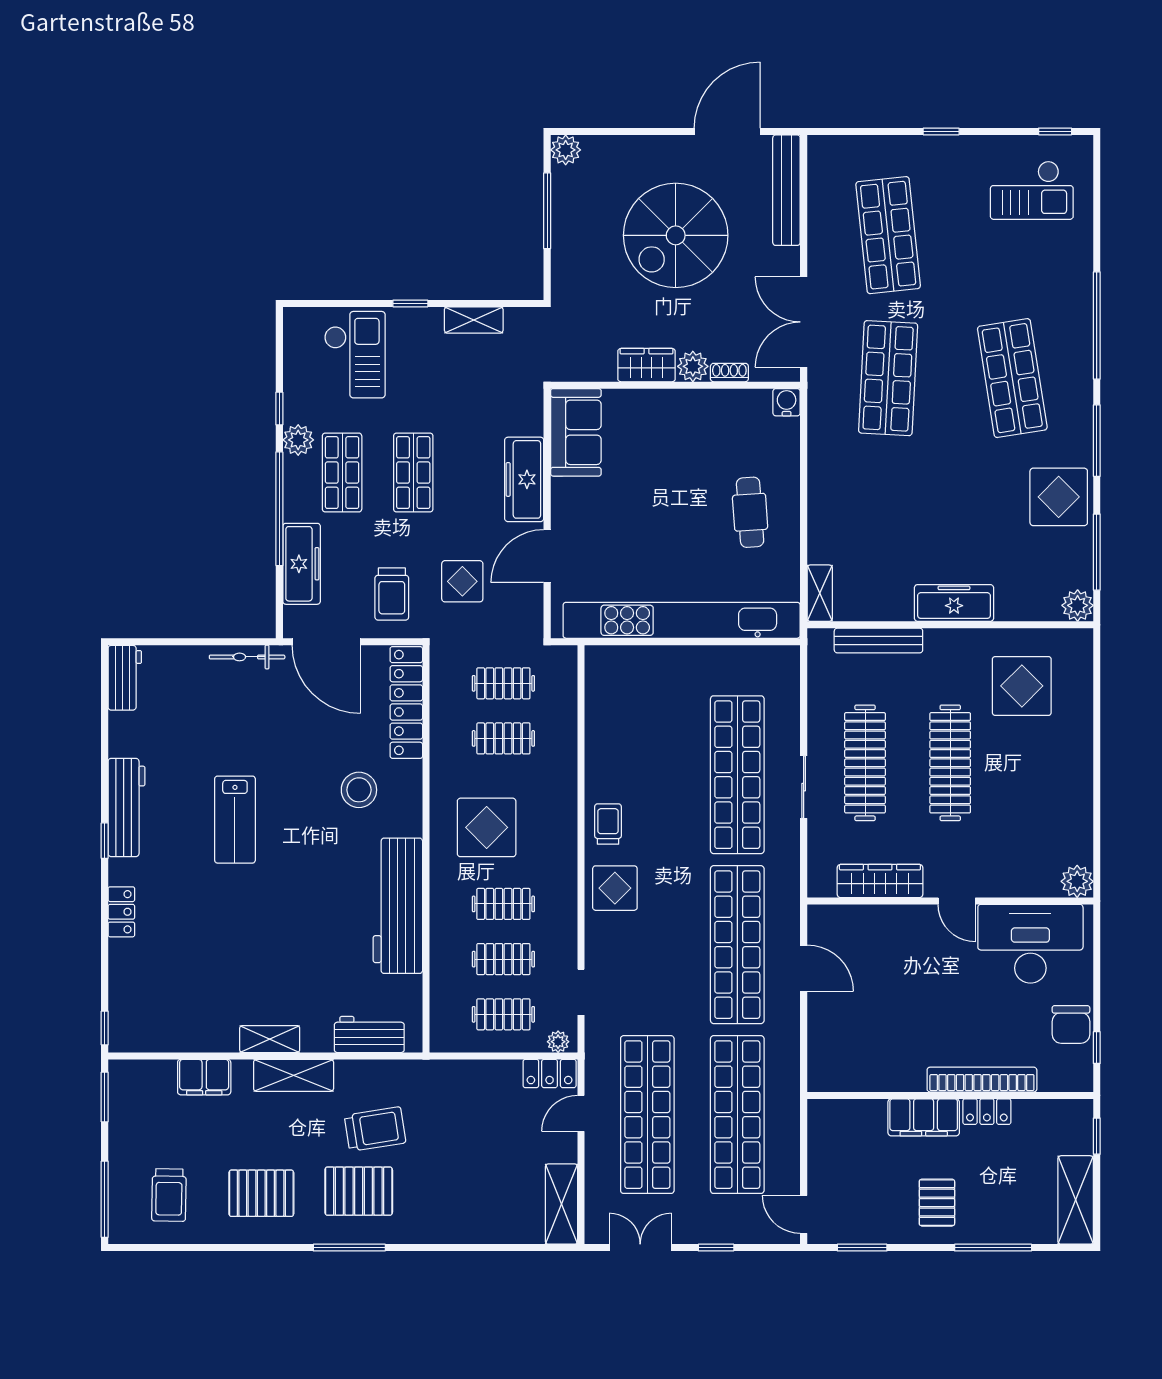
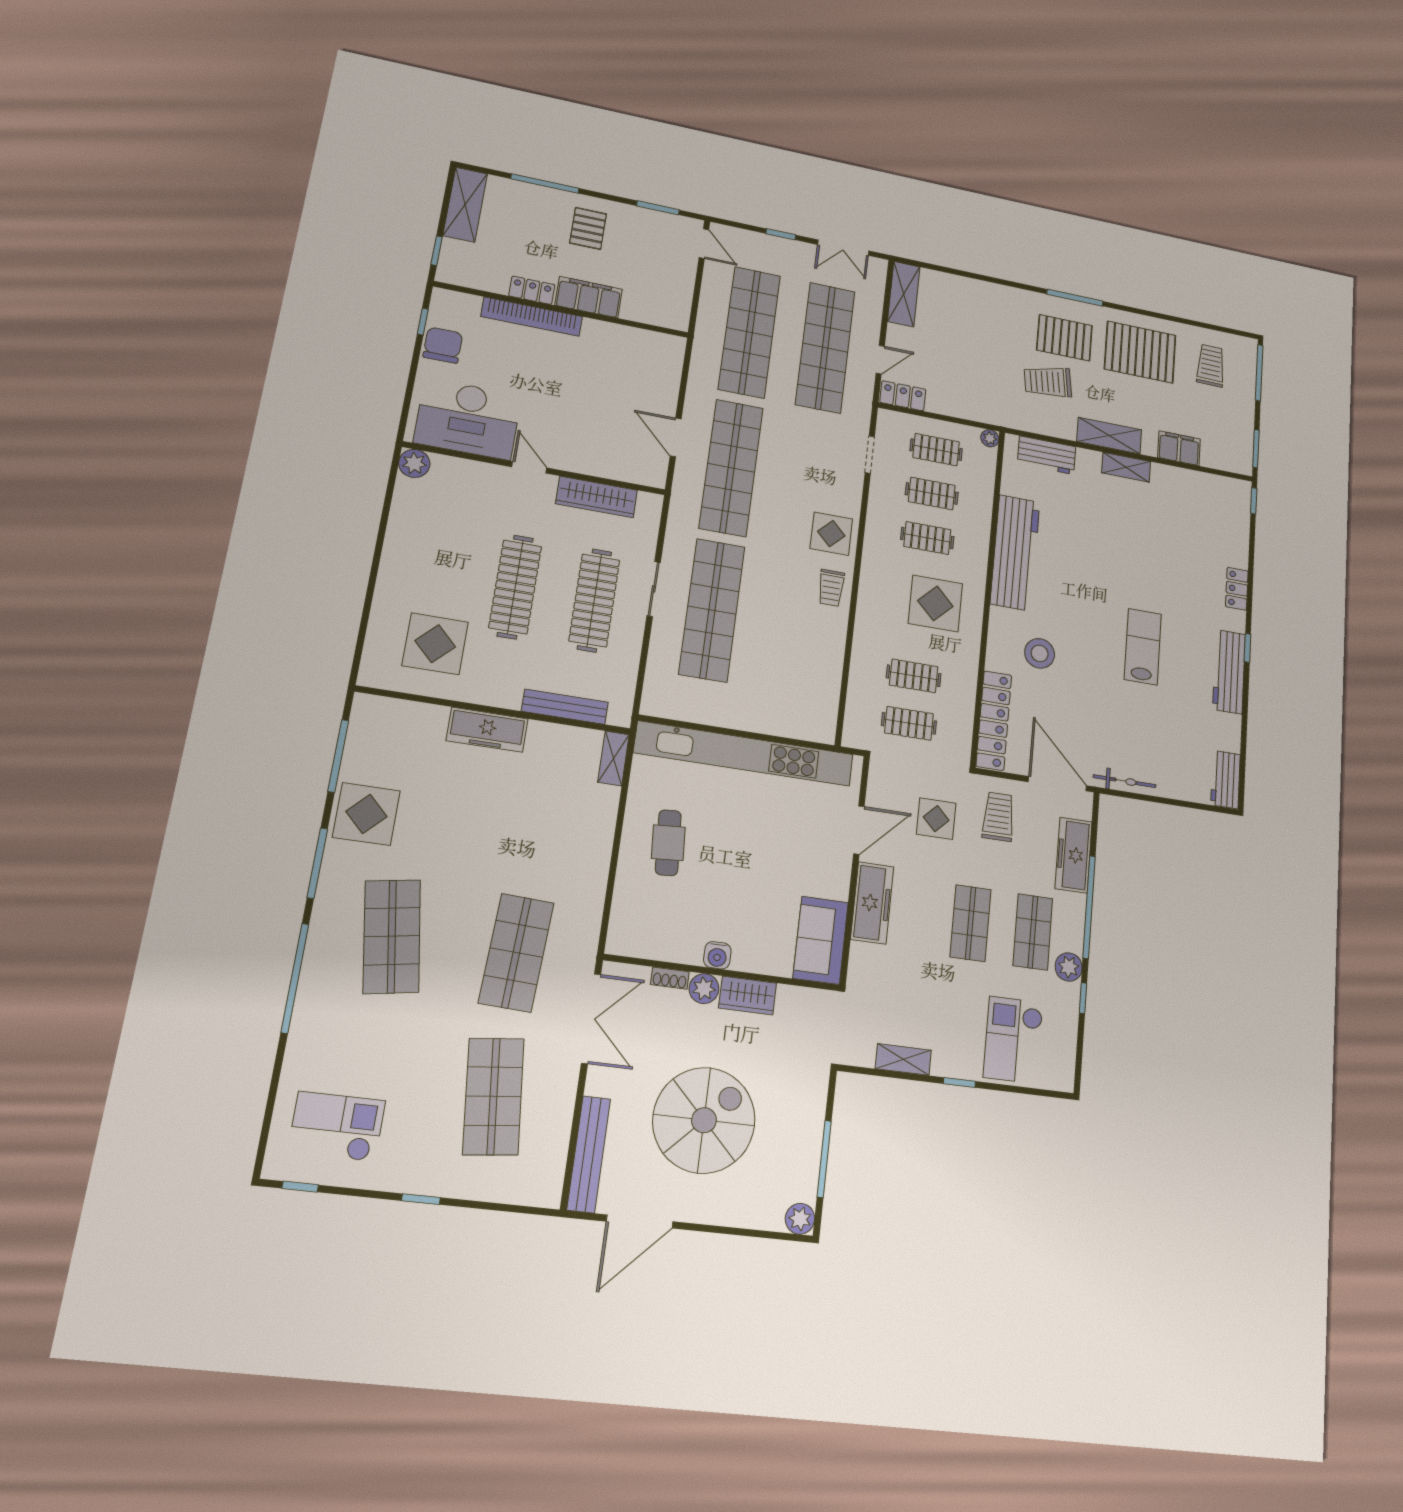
water cooler: (787, 402) -> (717, 955), moved
plant: (1078, 605) -> (367, 709), removed
plant: (558, 1042) -> (990, 438), moved
pallet: (261, 1193) -> (1140, 352), width x1.37, depth x1.41

